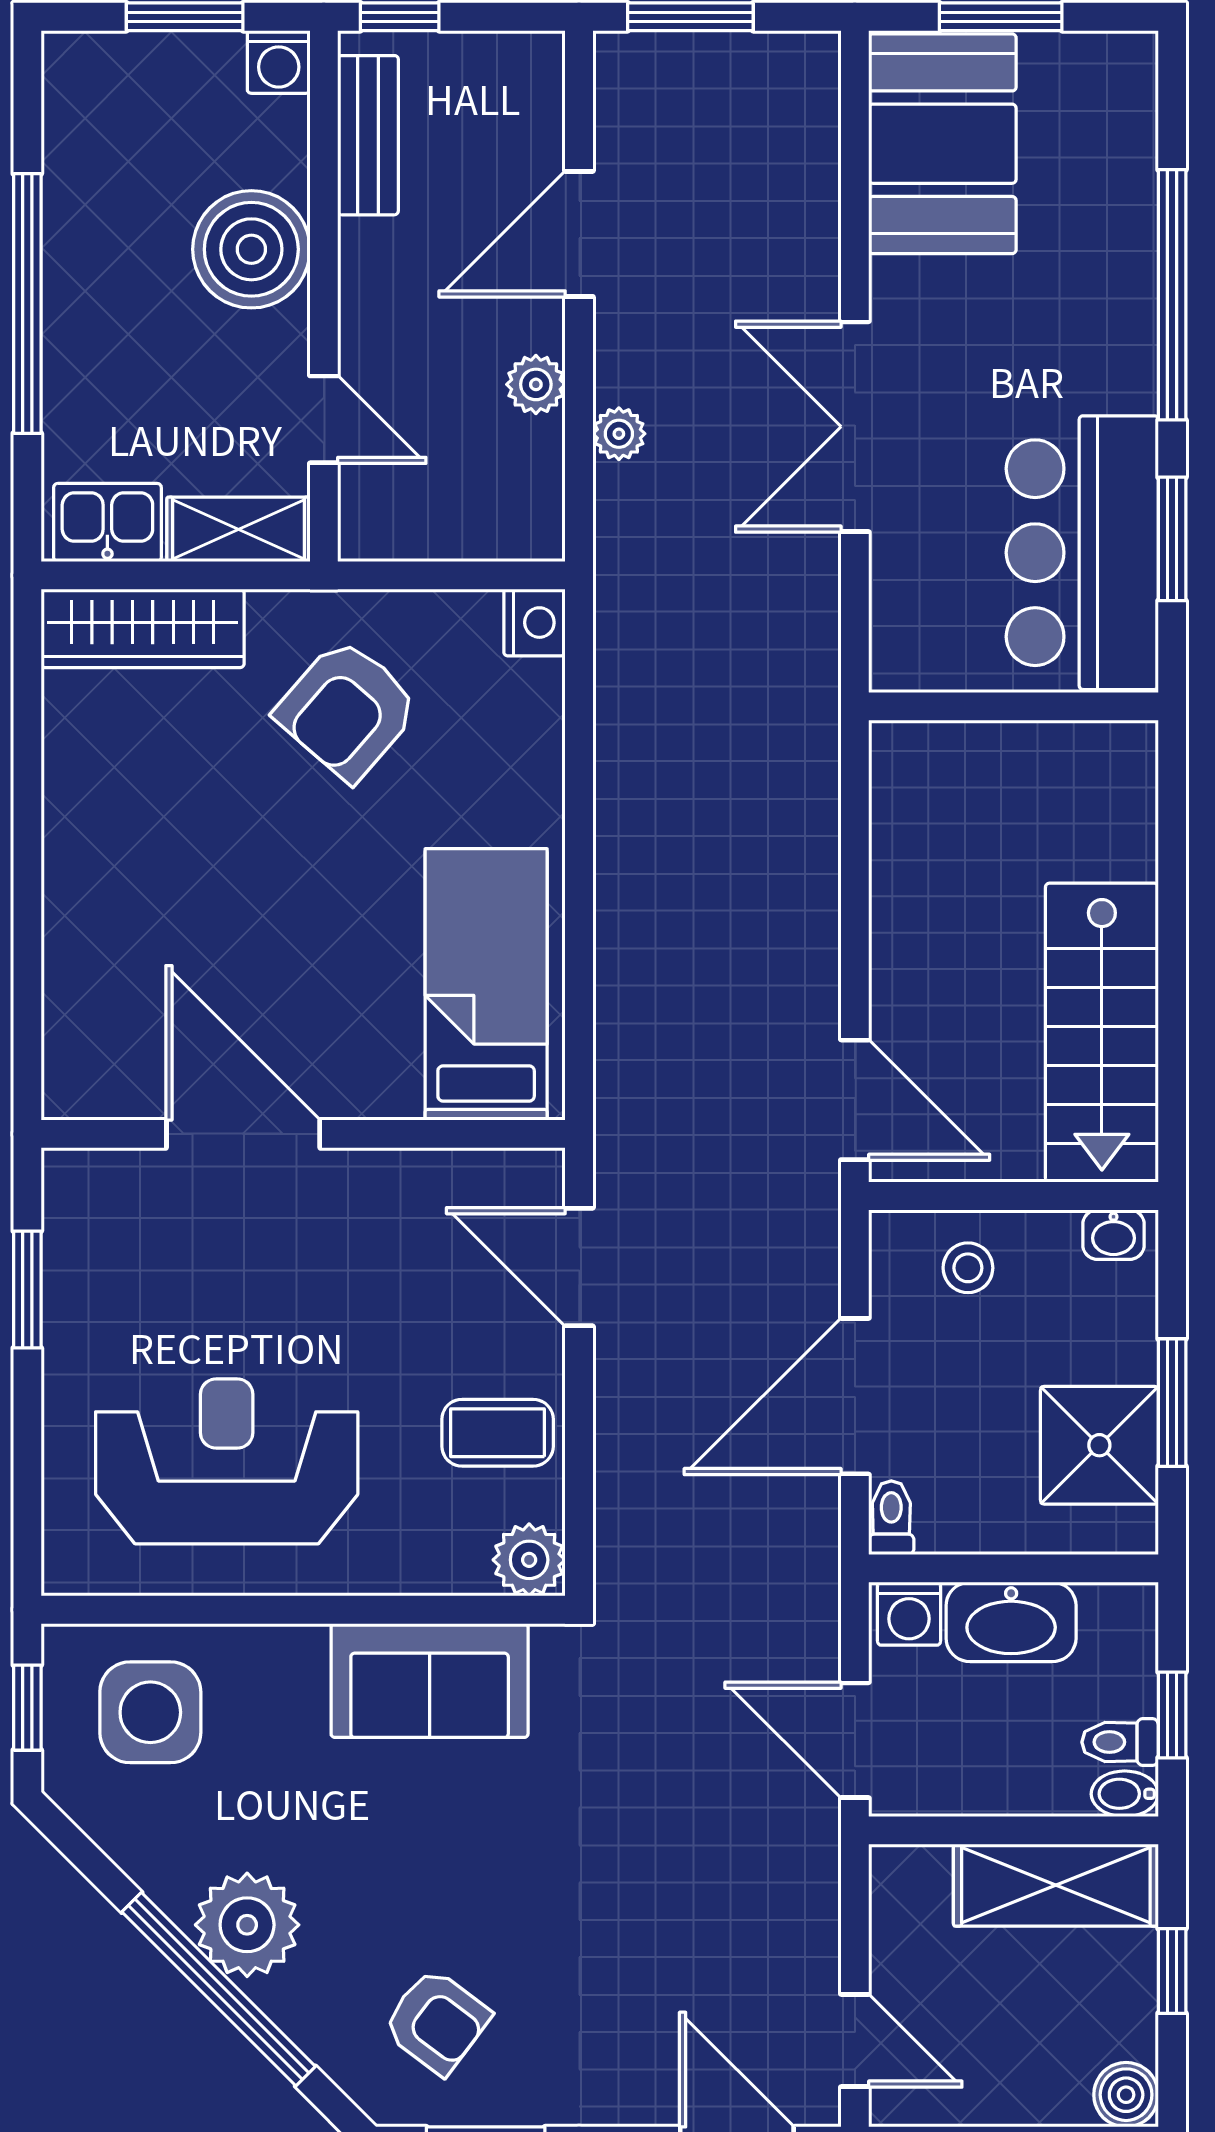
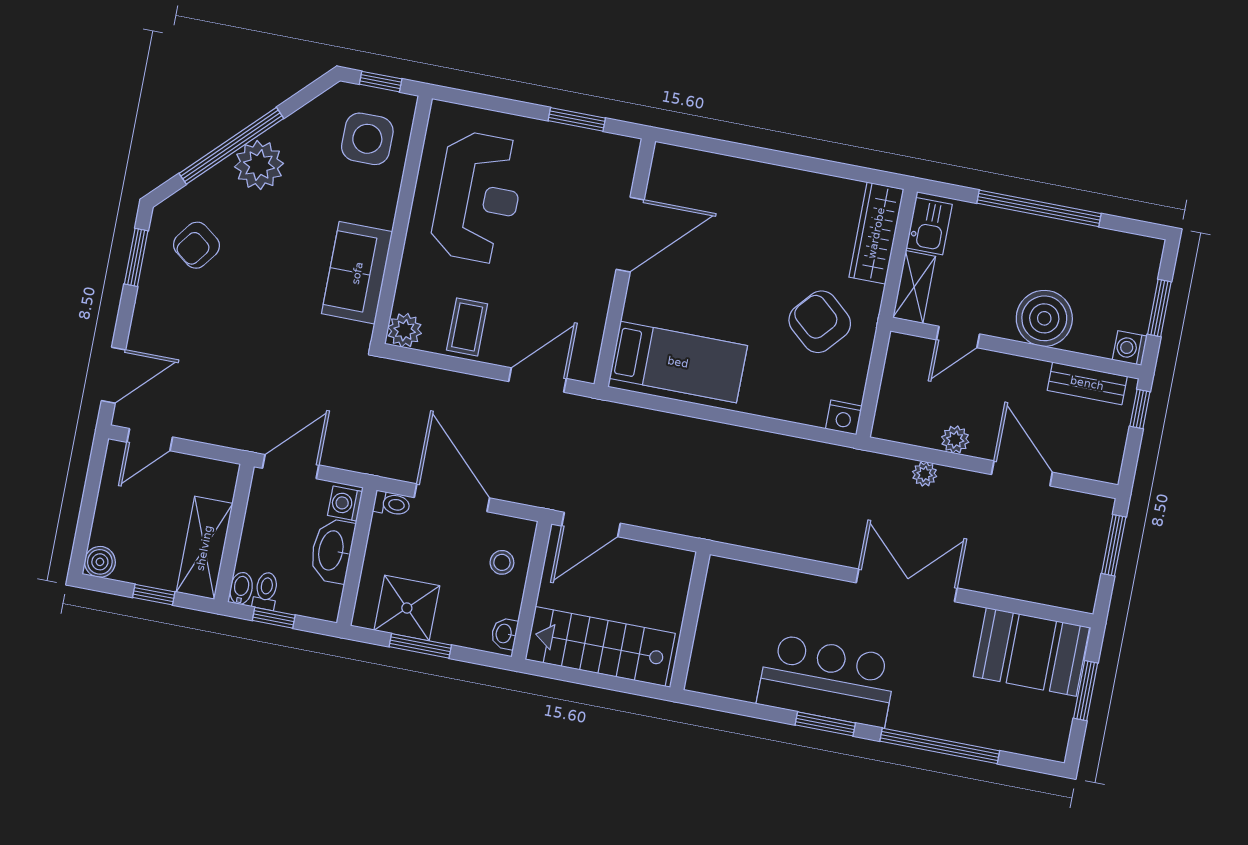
wall: (1013, 706) -> (690, 621), moved

